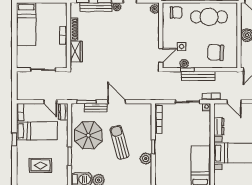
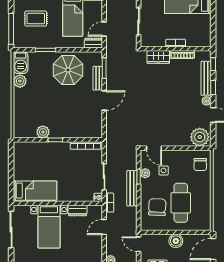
plant: (155, 9) -> (200, 137), width x1.88, depth x1.88
cafe table: (209, 17) -> (181, 203), moved
sun lounger: (119, 142) -> (60, 104), removed
rug: (40, 165) -> (36, 19), turned 90

